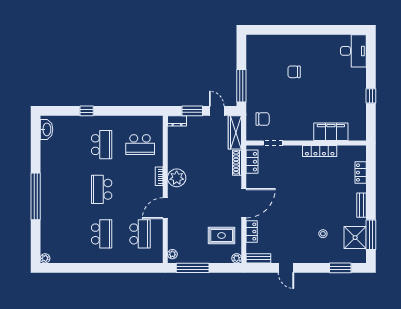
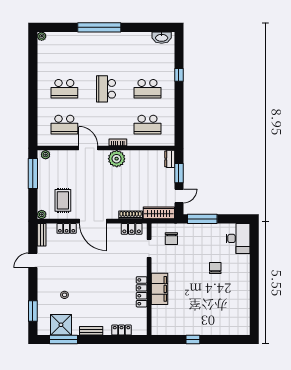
desk: (353, 51) -> (238, 238), moved, turned -90
filing cabinet: (331, 132) -> (159, 289), moved
school desk: (140, 145) -> (147, 125), turned -90
school desk: (102, 189) -> (106, 89), turned -90

